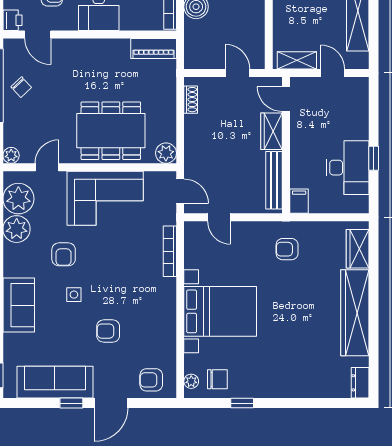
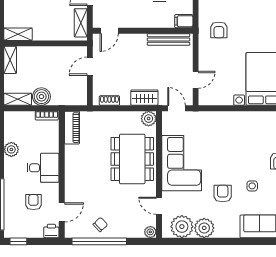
wardrobe: (271, 131) -> (144, 98), moved, turned 180
door: (180, 191) -> (176, 108), hinge flipped
bookcase: (170, 251) -> (220, 116), removed
armchair: (64, 254) -> (223, 194), turned -90

